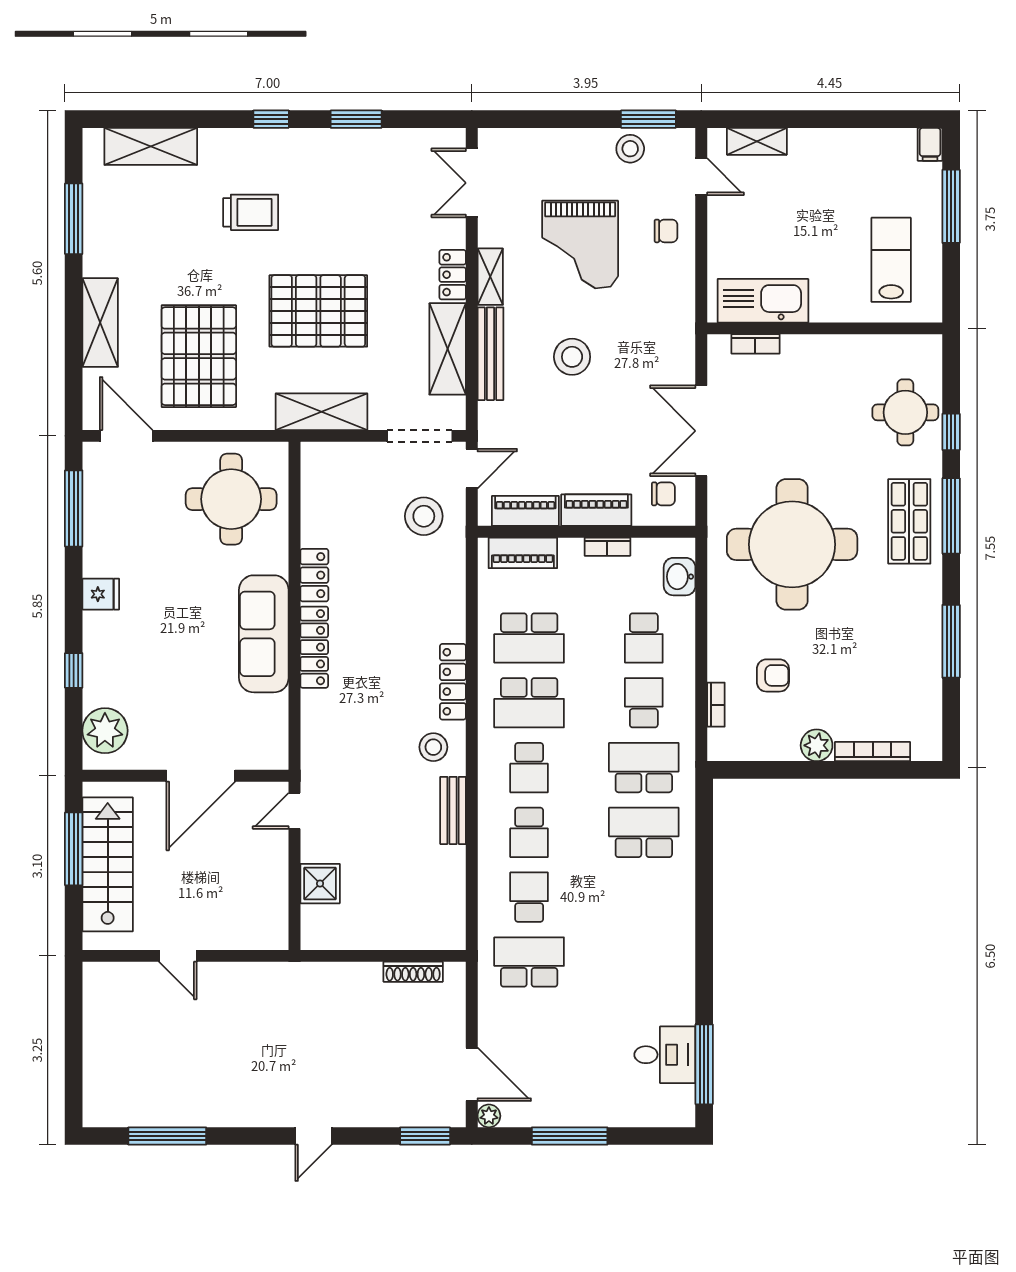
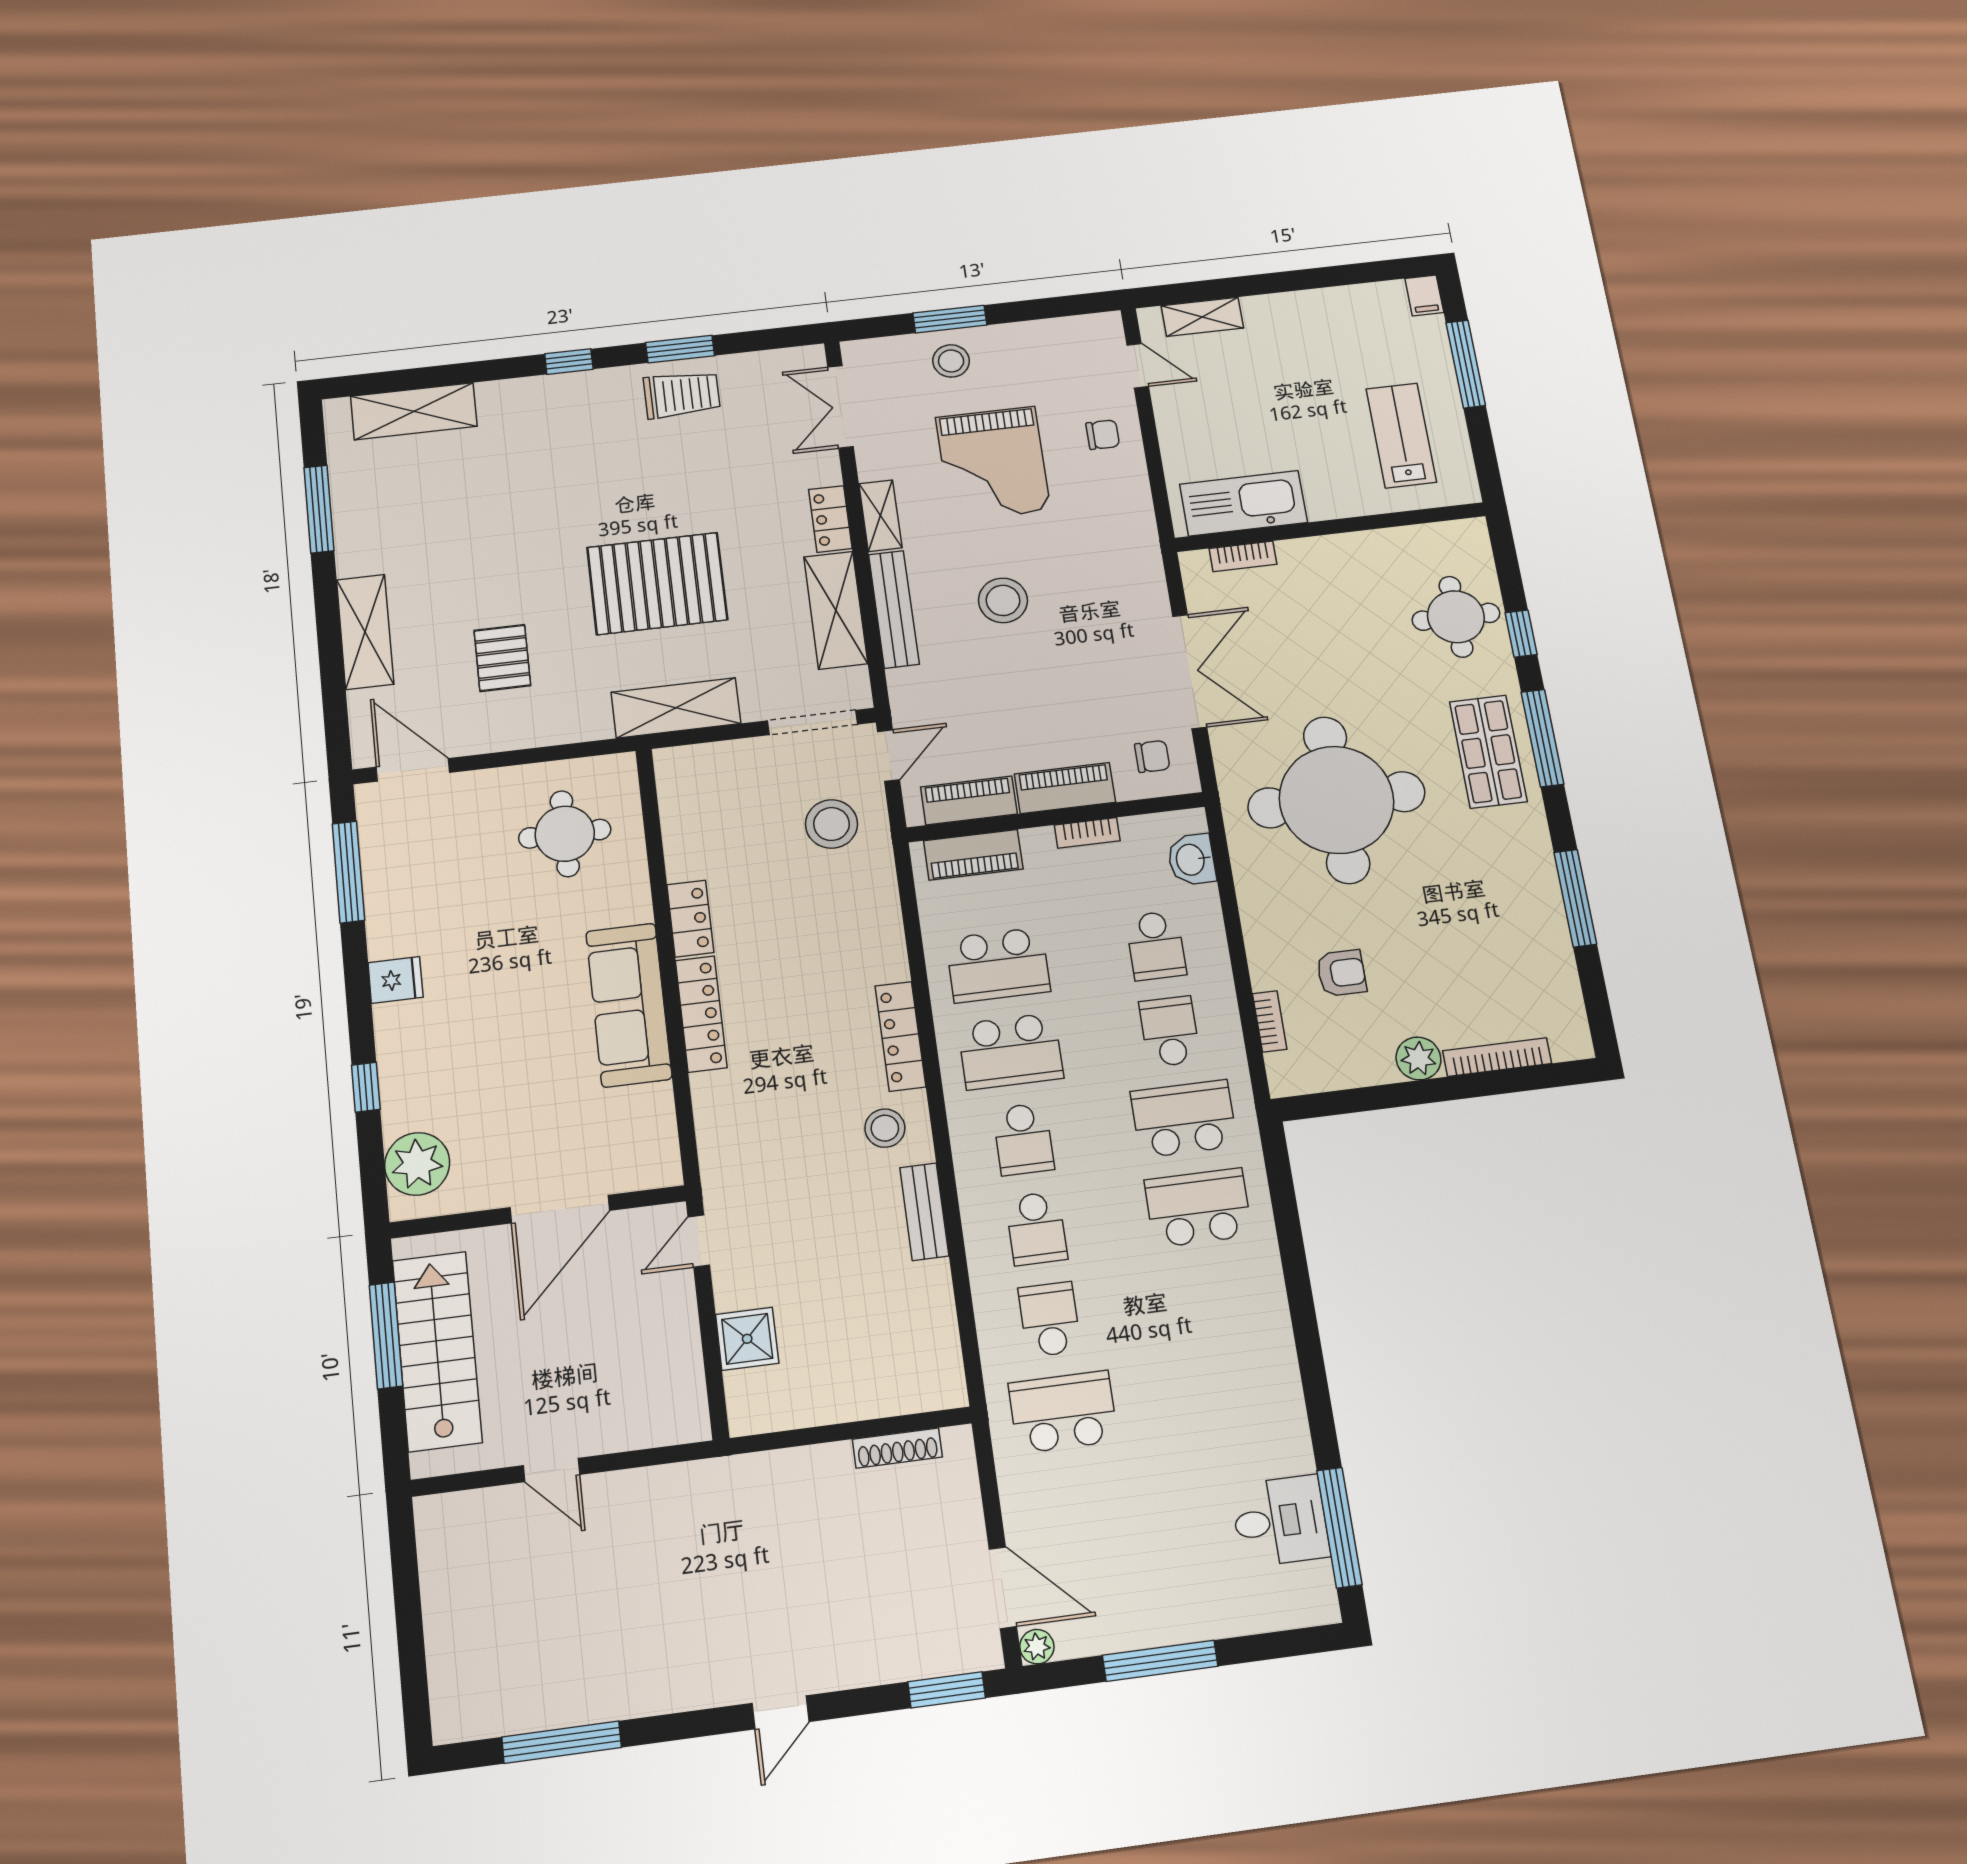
window: (648, 119) -> (950, 319), moved
stool: (630, 149) -> (951, 361), moved
trolley: (251, 212) -> (682, 395), moved
pallet: (199, 356) -> (502, 658), width x0.49, depth x0.50
double door: (701, 431) -> (1190, 671), swing flipped
round table: (231, 499) -> (565, 834), width x0.73, depth x0.73

